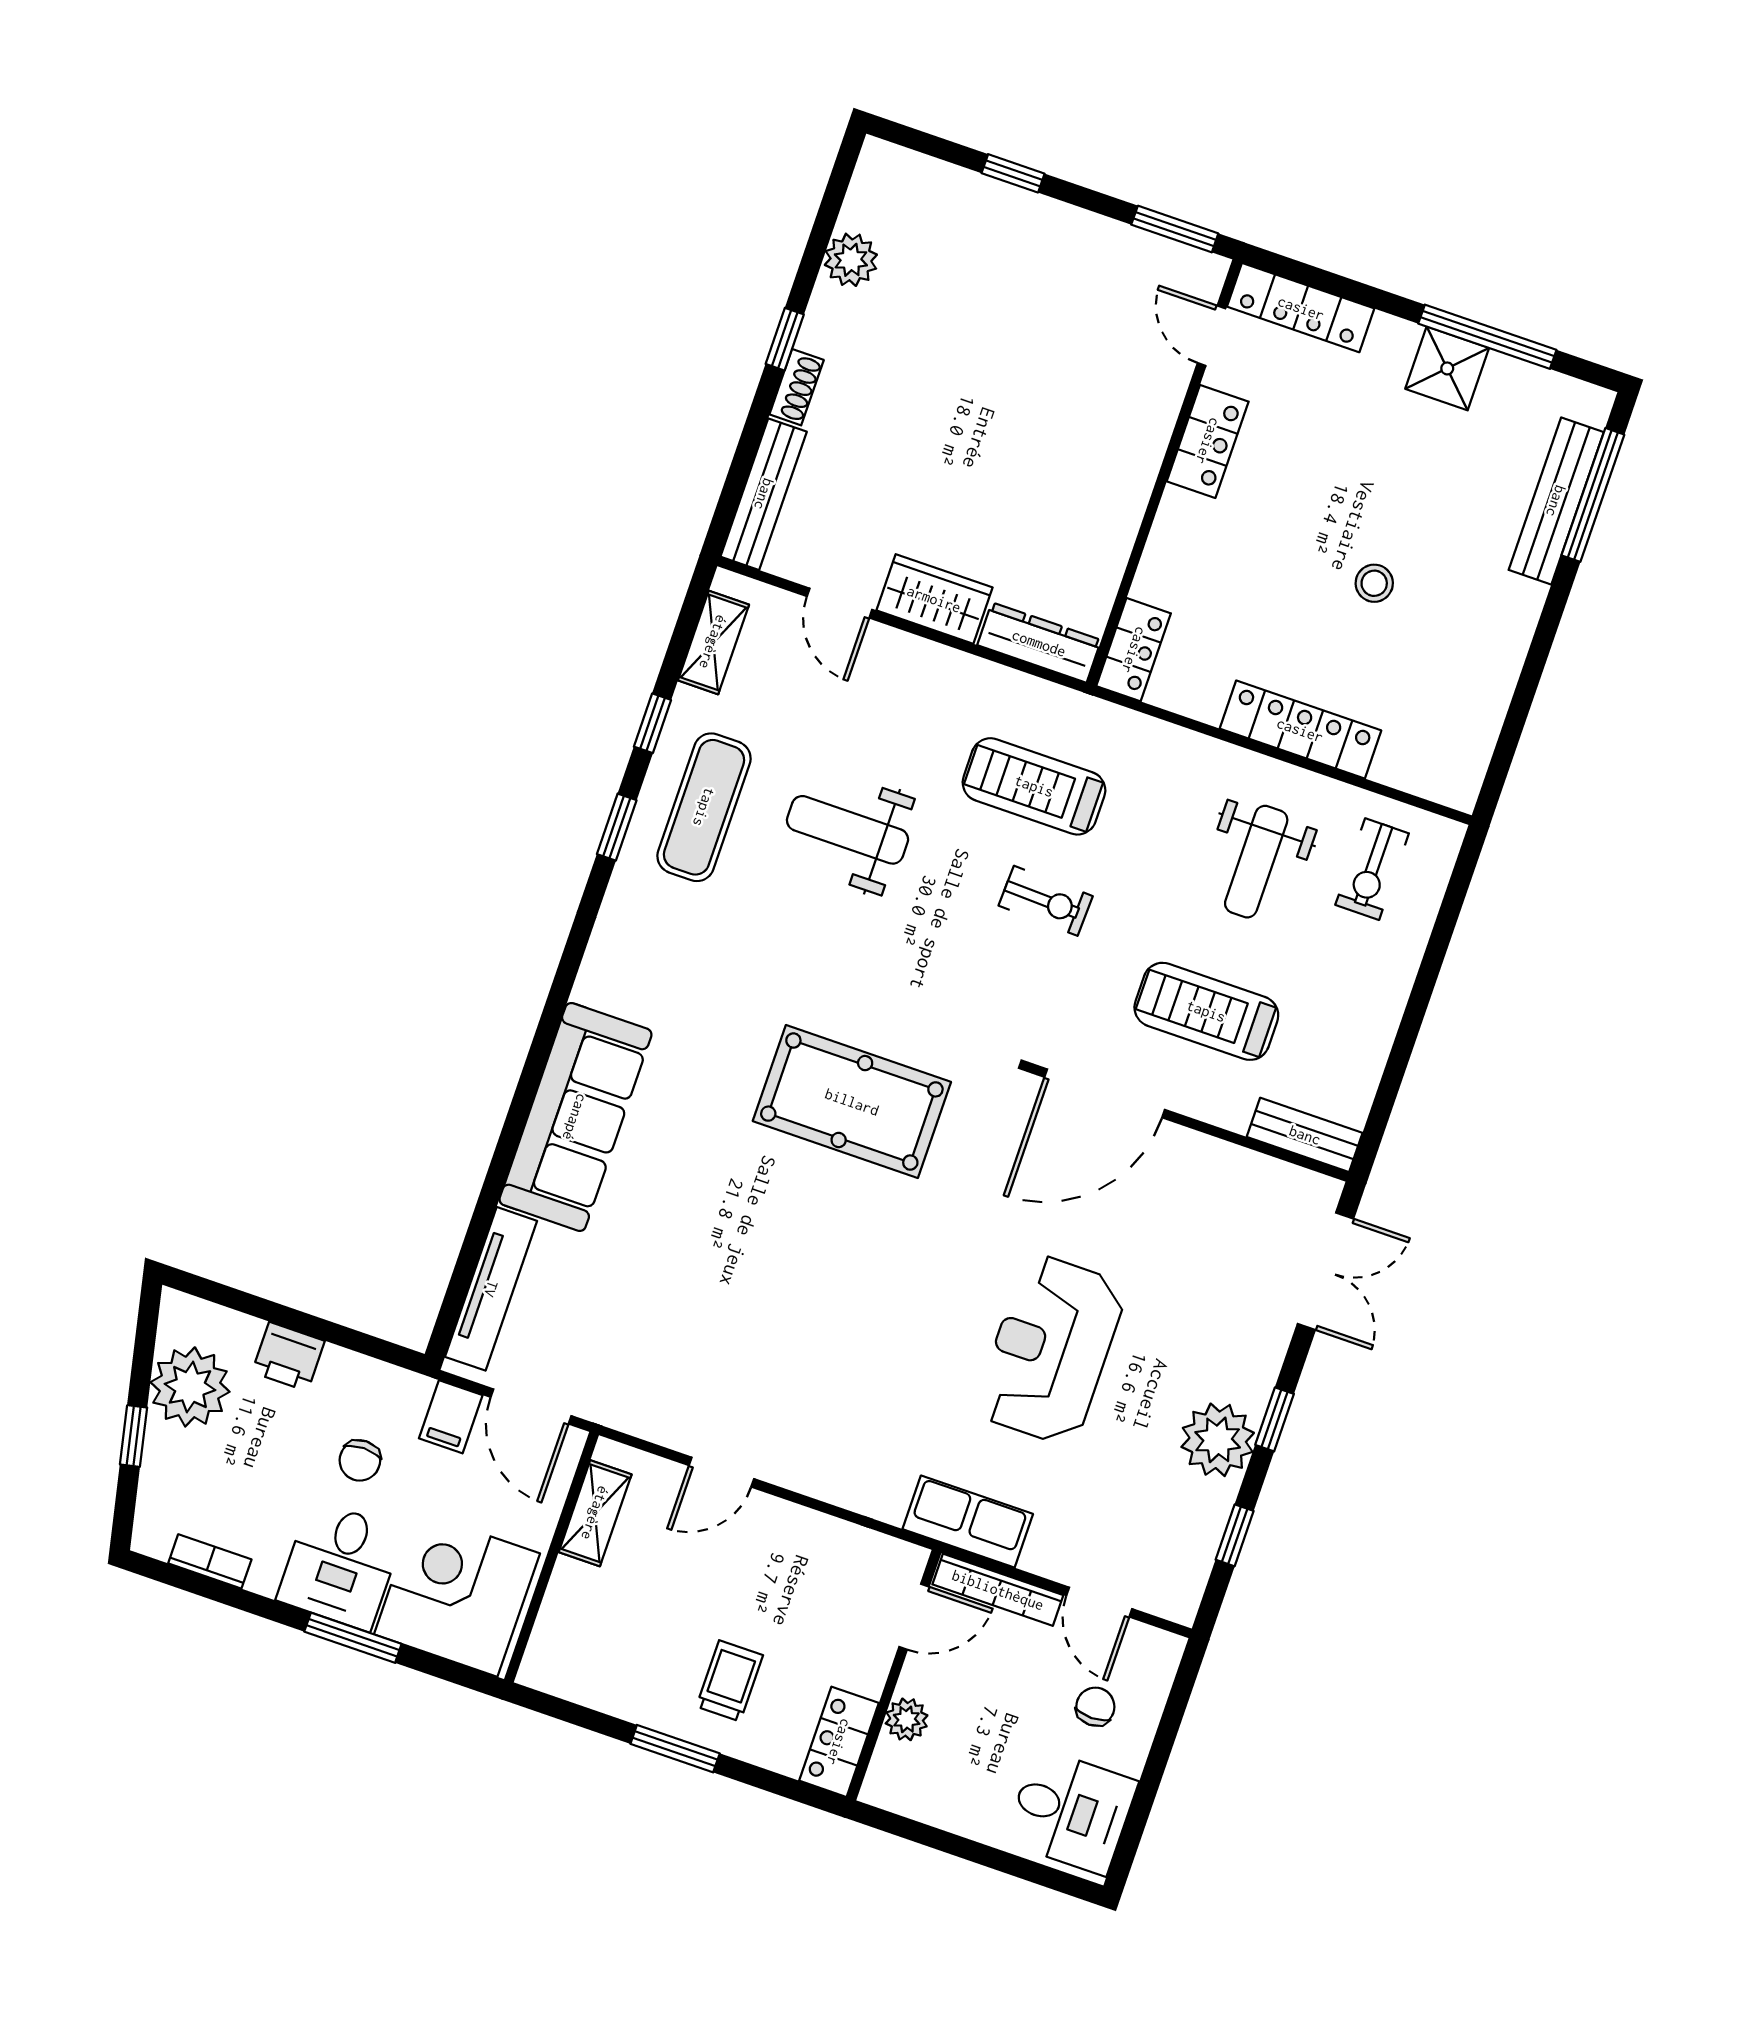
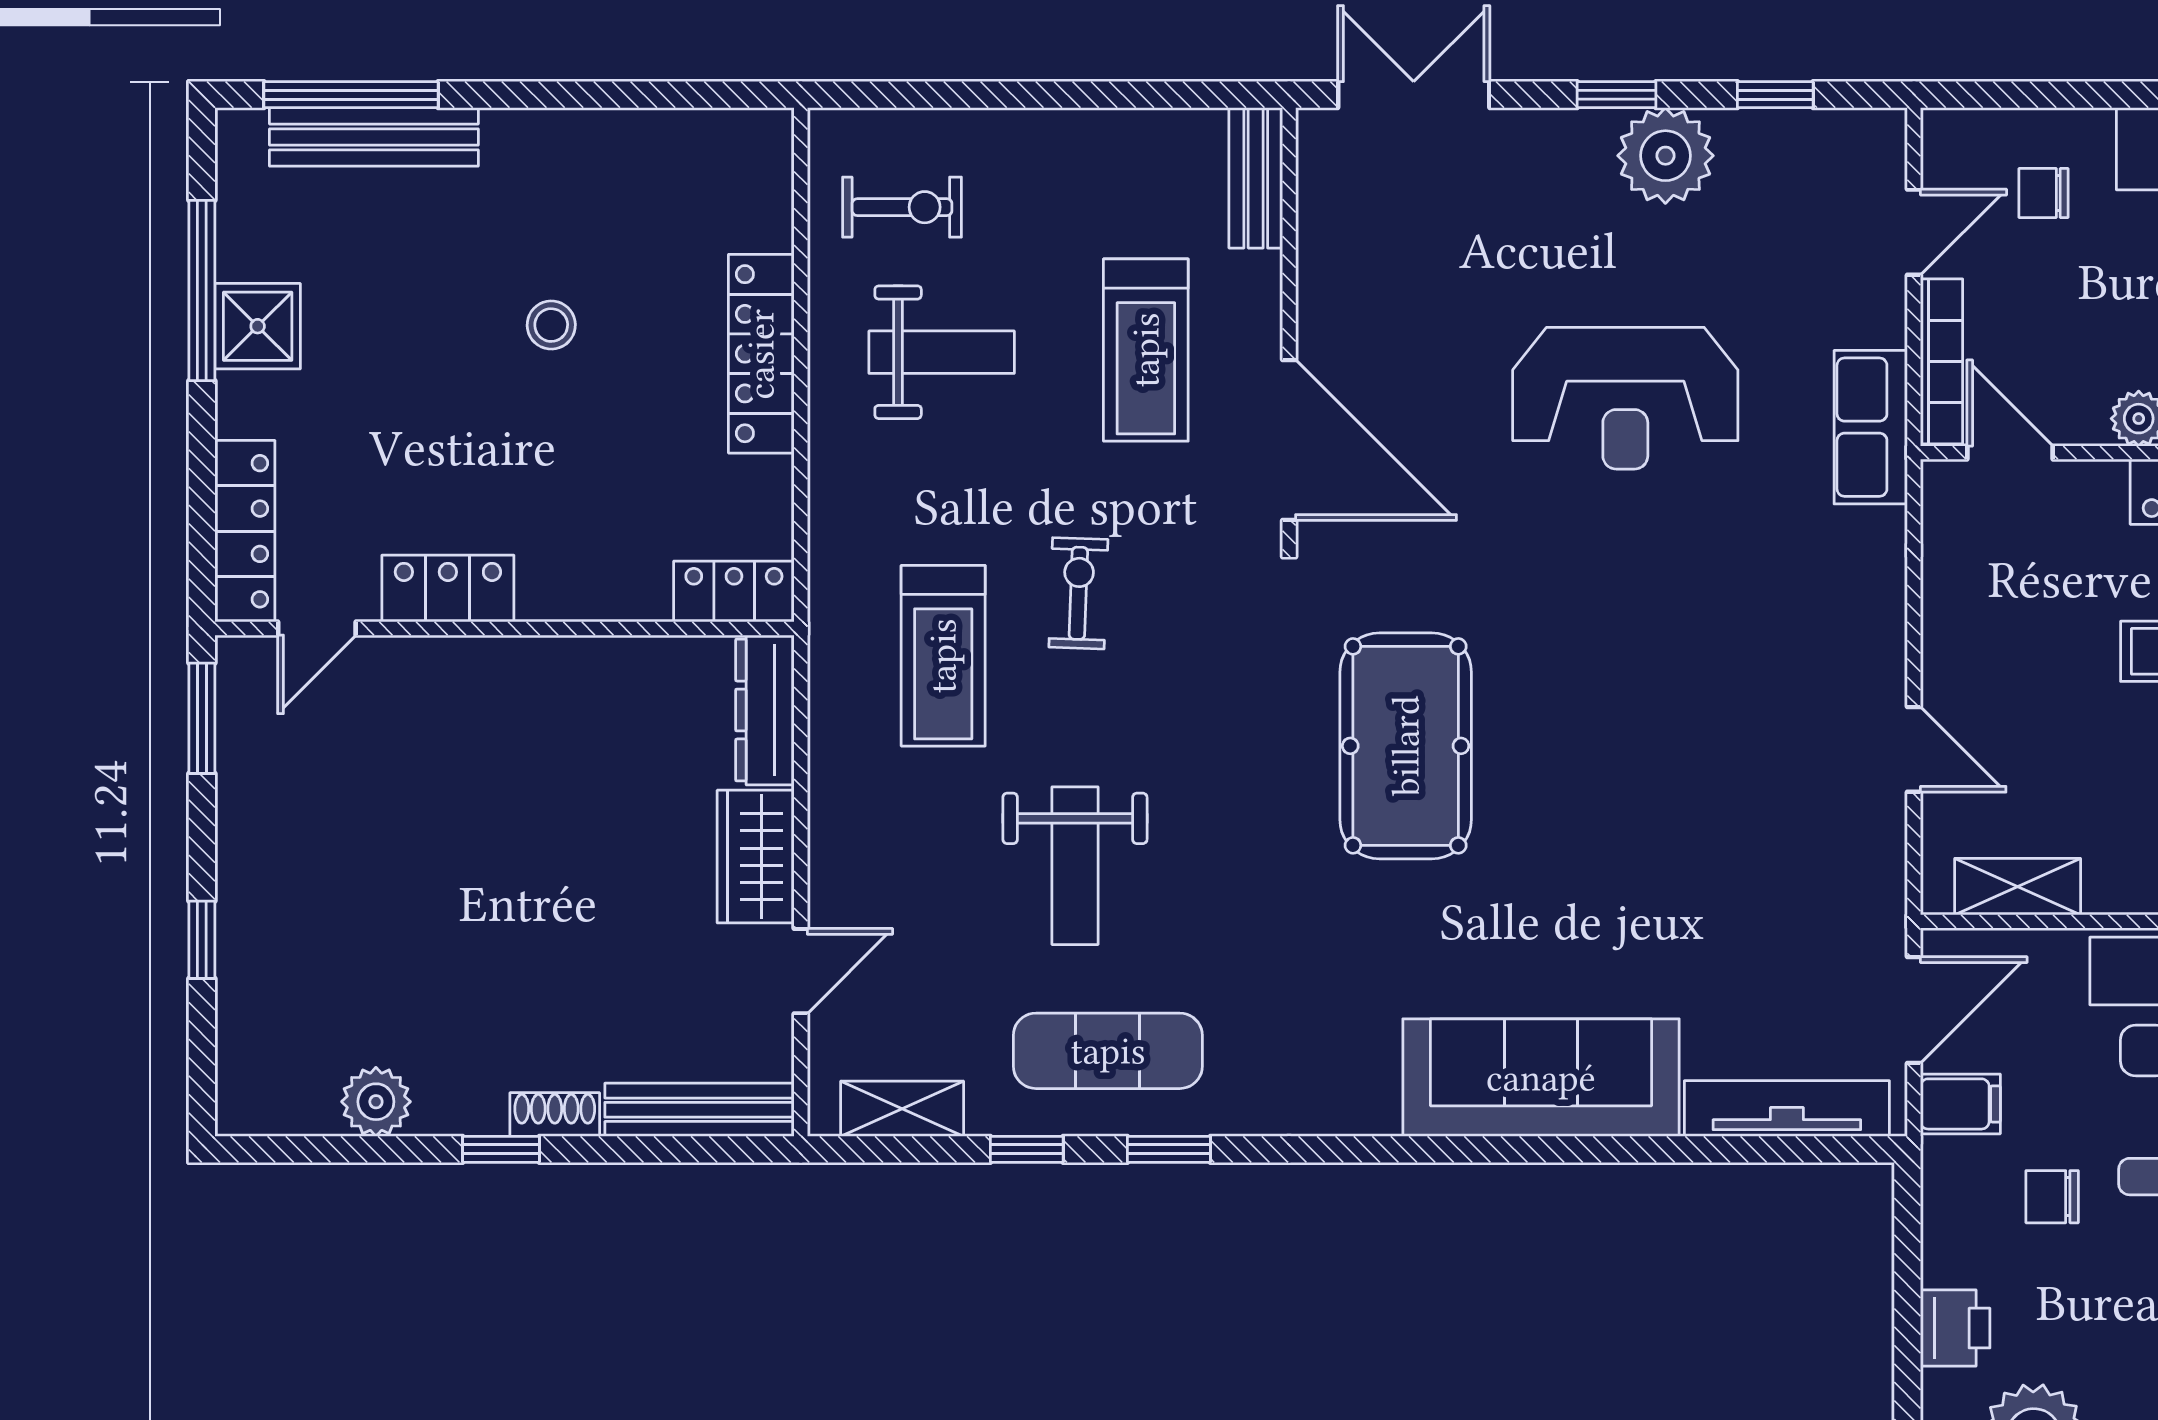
chair: (360, 1460) -> (2052, 1197), turned 180

